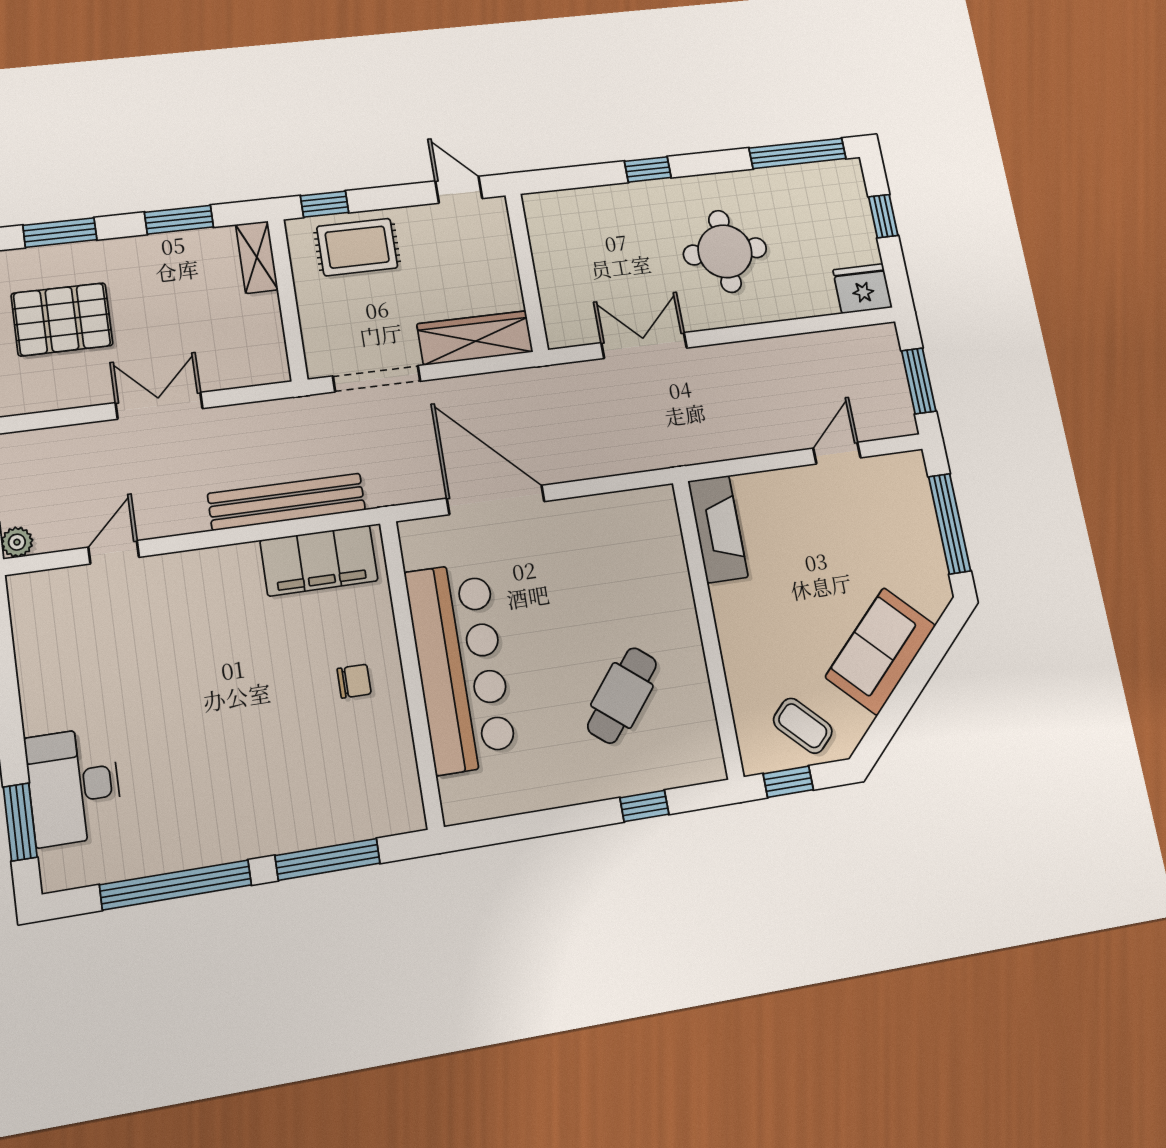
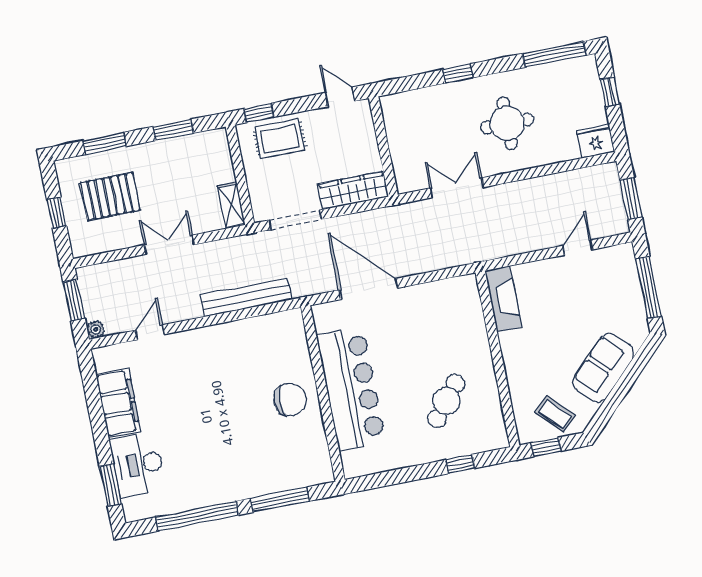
shelving: (257, 257) -> (231, 206), moved
filing cabinet: (319, 560) -> (118, 403), moved, turned -90
chair: (354, 681) -> (290, 400), width x1.87, depth x1.87

